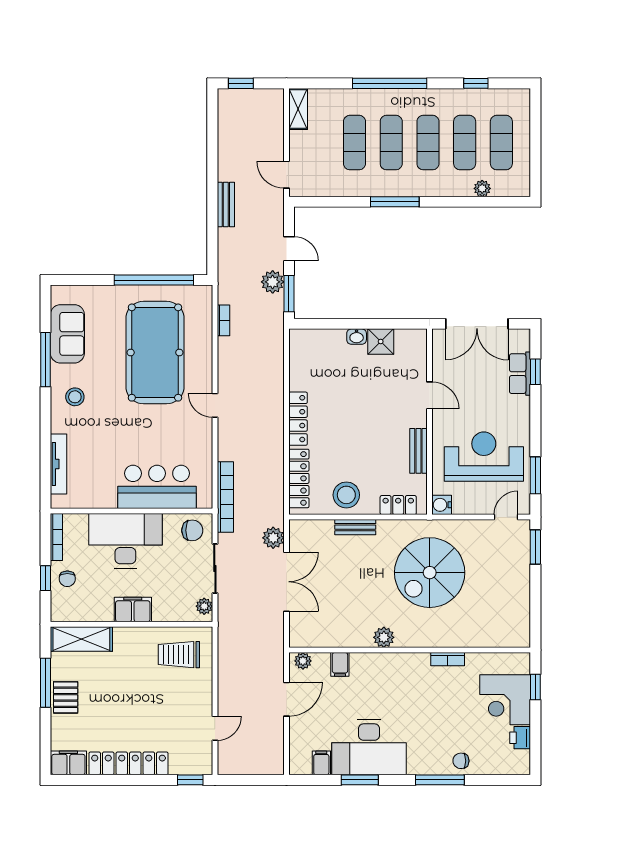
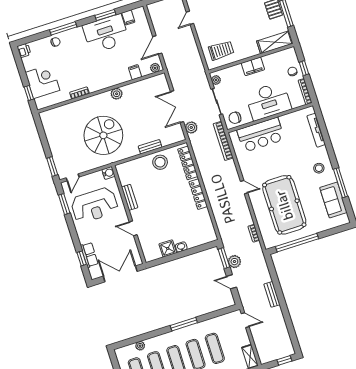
locker: (398, 505) -> (131, 166), removed
printer: (520, 738) -> (24, 50), moved

